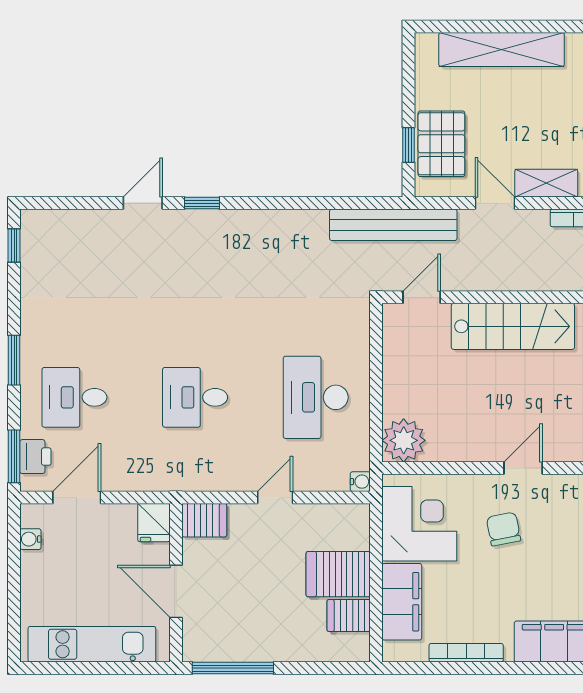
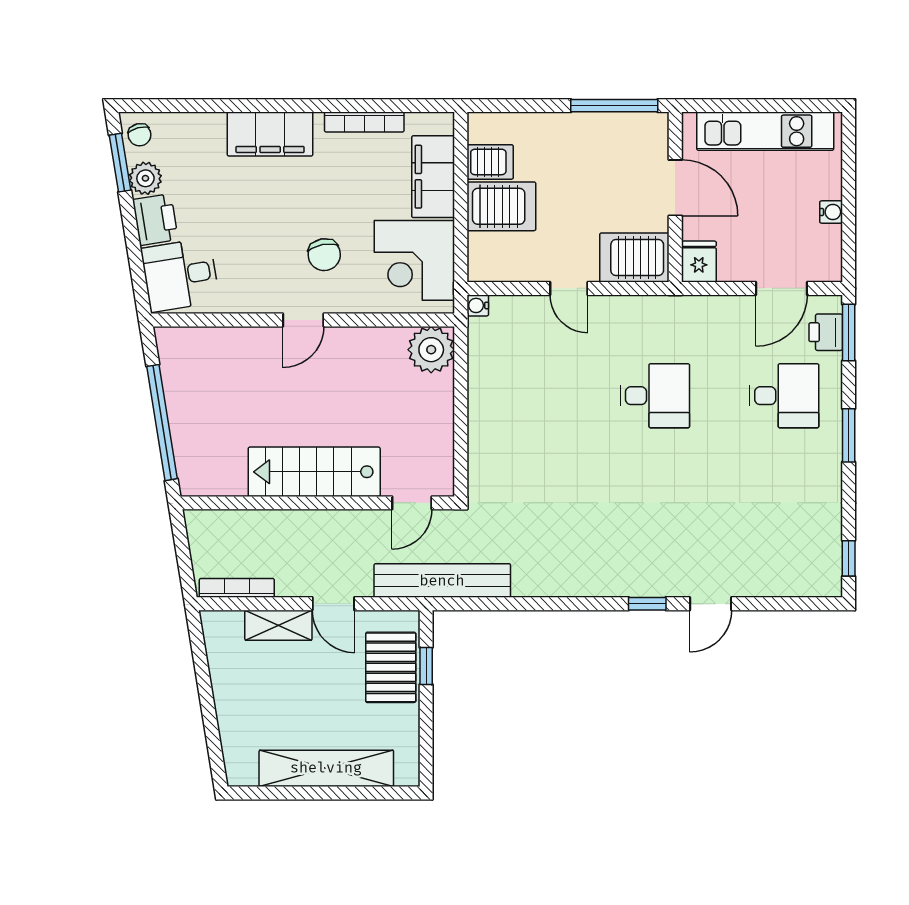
desk: (316, 397) -> (525, 396), removed
door: (275, 497) -> (569, 288), hinge flipped
server rack: (204, 520) -> (634, 258), width x1.36, depth x1.44
water cooler: (30, 539) -> (831, 212), moved

